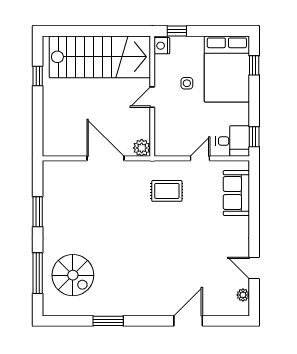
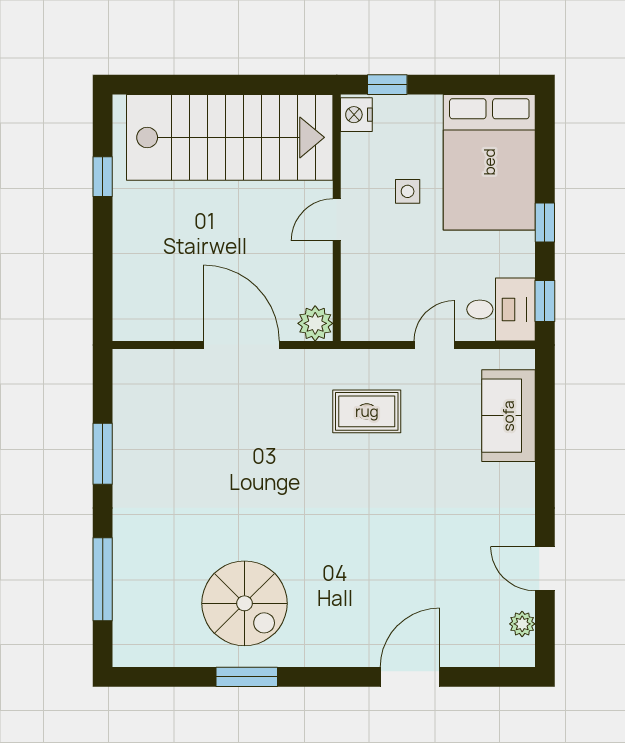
window: (254, 65) -> (545, 222), moved
spiral stairs: (73, 275) -> (244, 603), moved

